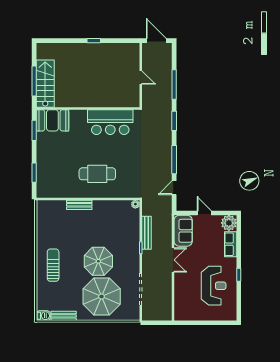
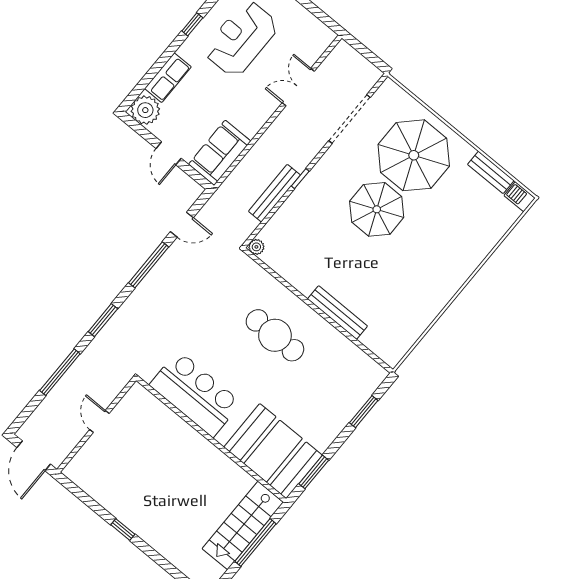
booth: (52, 120) -> (273, 451), width x1.36, depth x1.42
bench: (79, 205) -> (337, 312), width x1.36
double door: (173, 260) -> (298, 87), moved
sun lounger: (53, 265) -> (446, 257), removed

